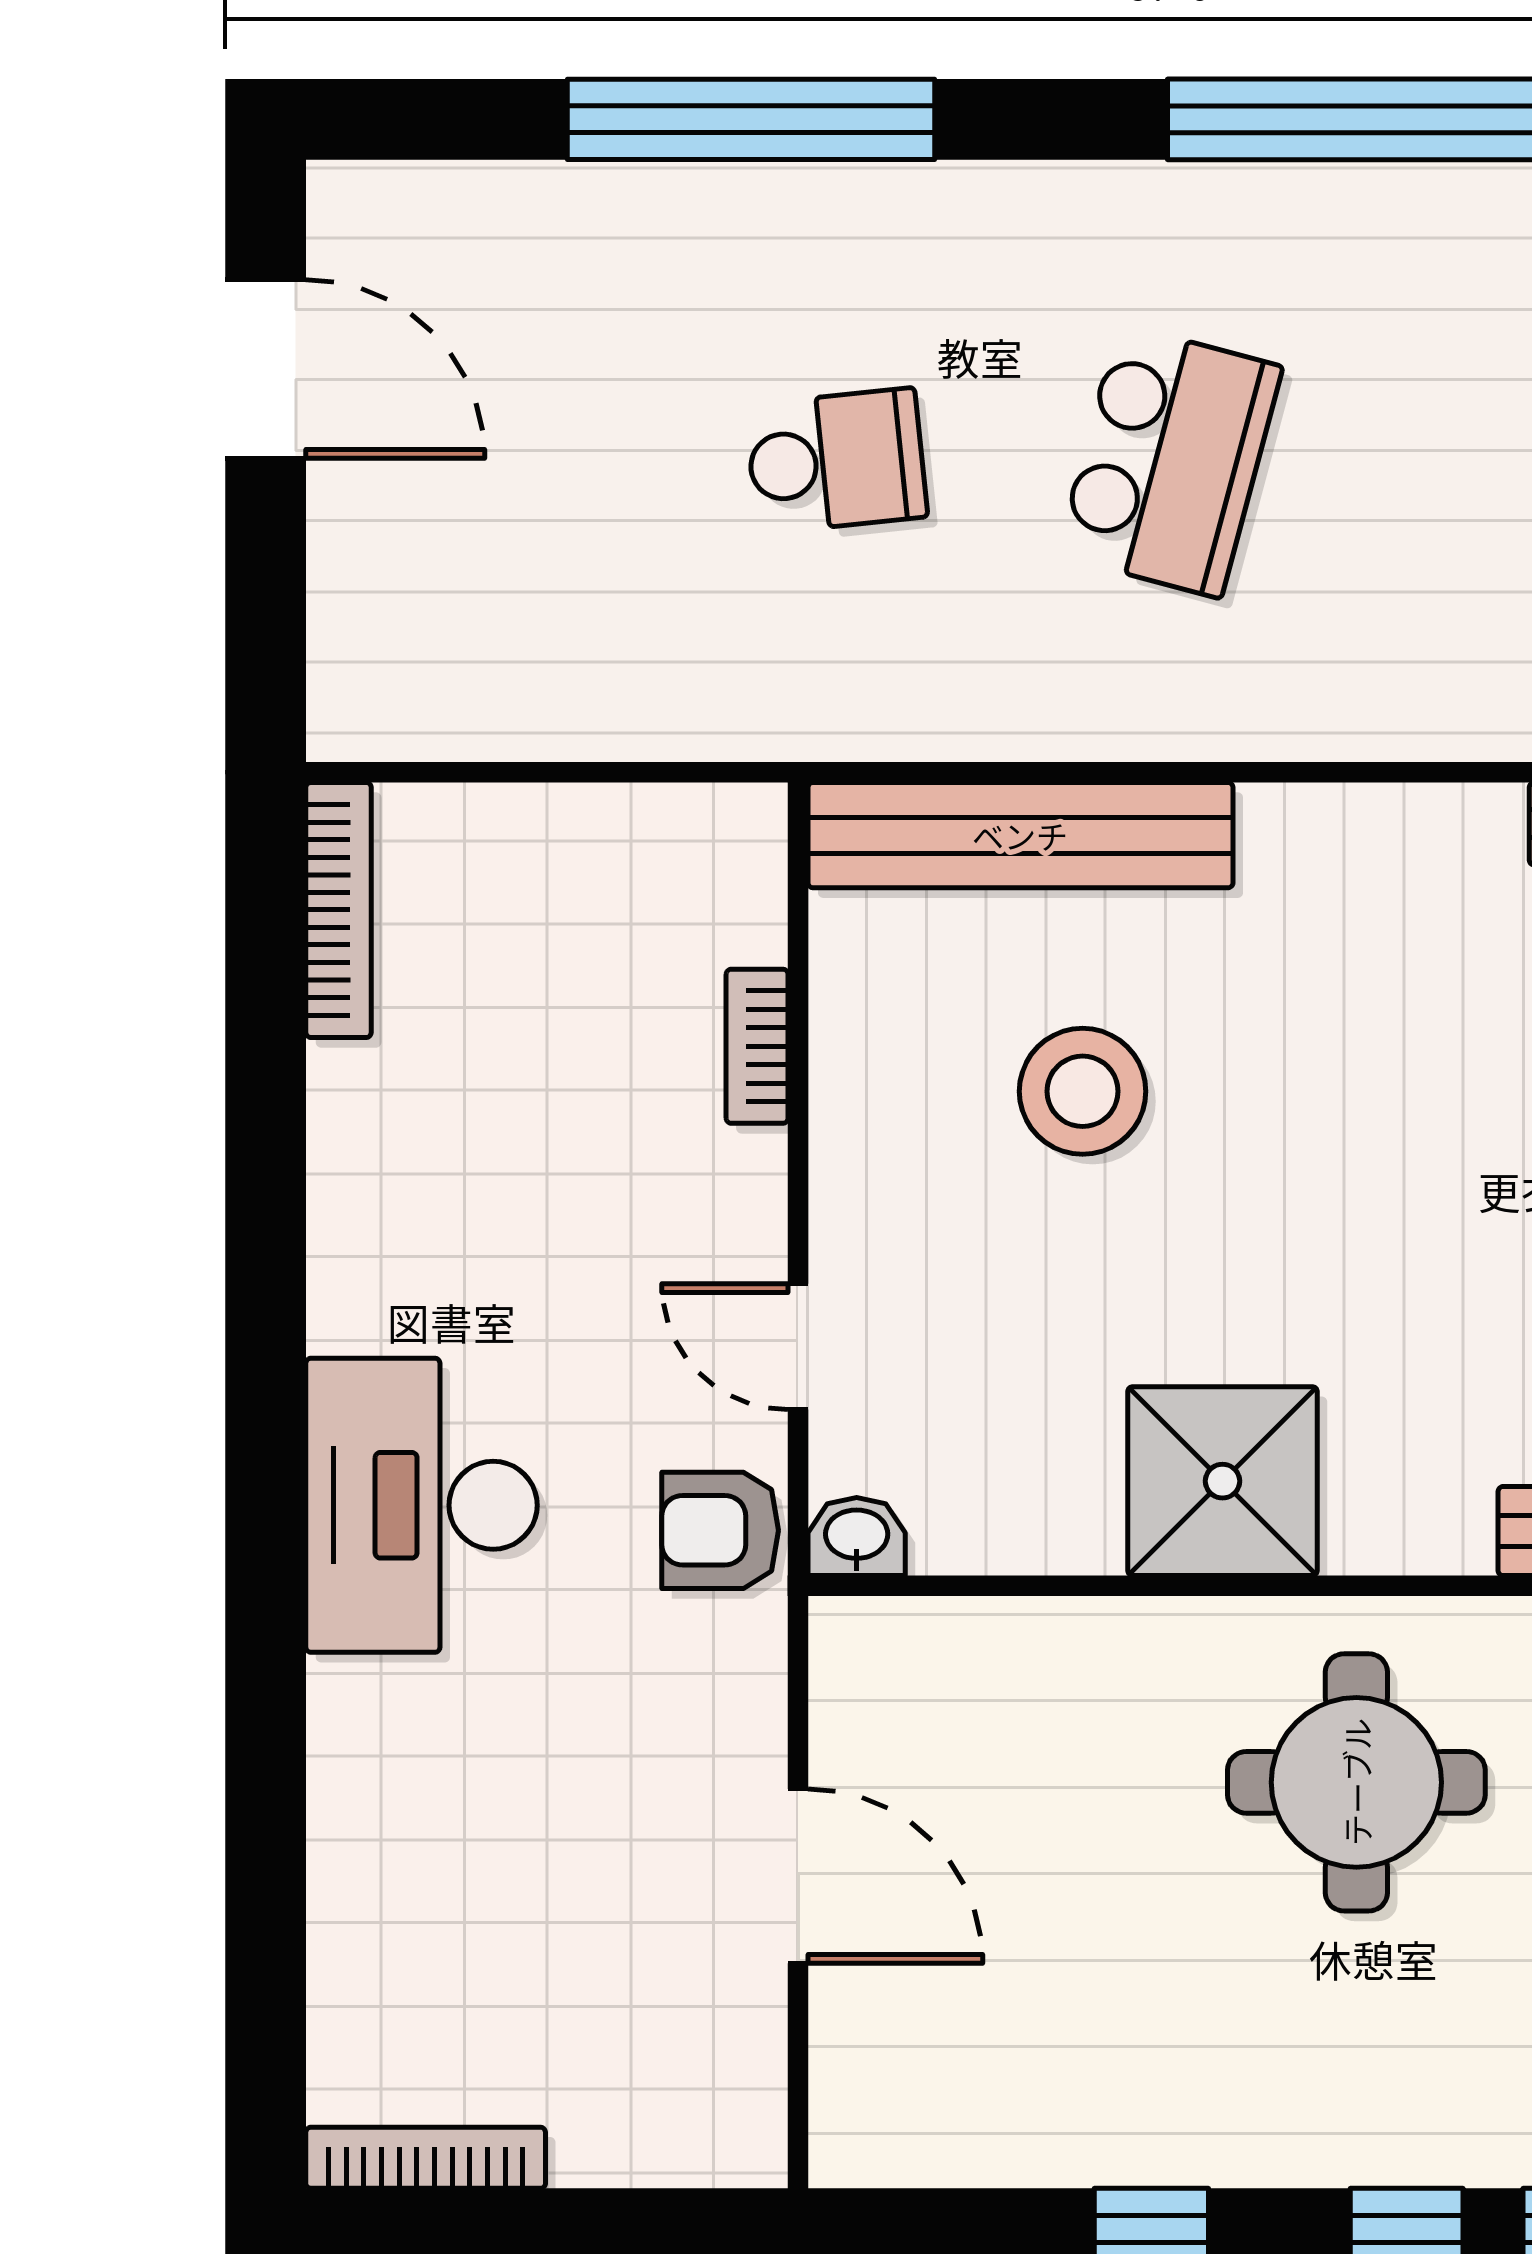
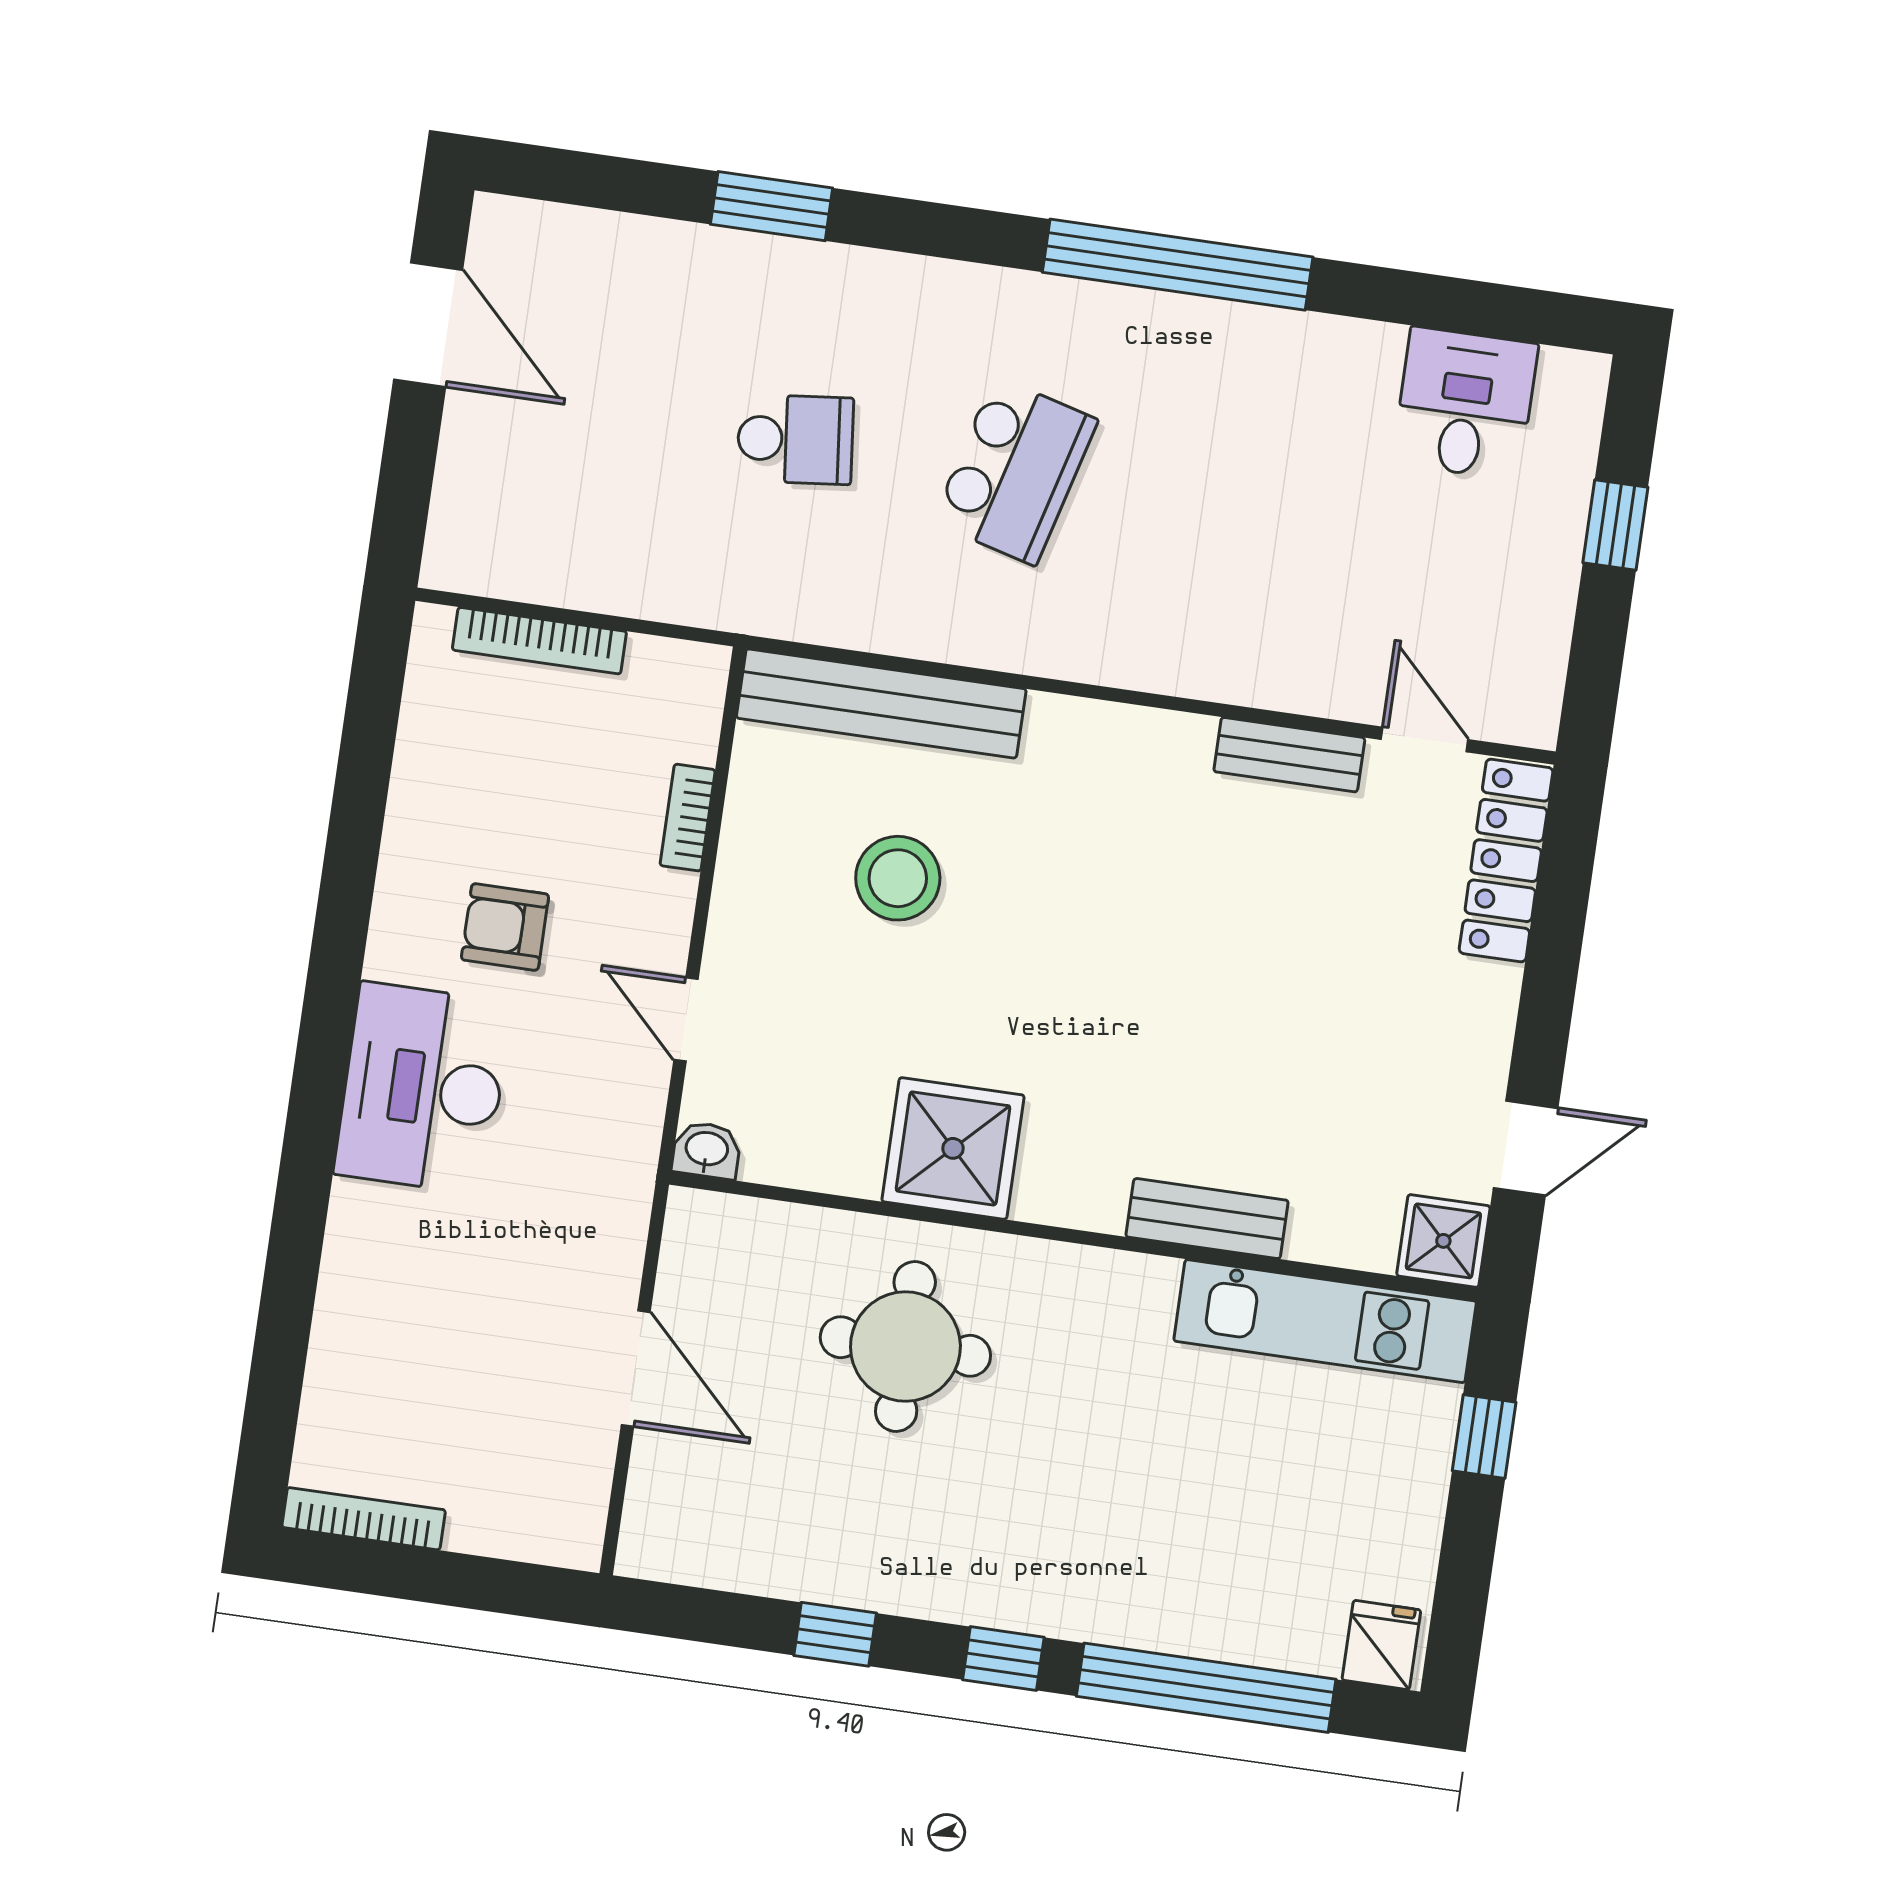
window: (751, 119) -> (772, 206), width x0.47
bookcase: (339, 910) -> (539, 641), moved, turned 90
armchair: (720, 1530) -> (505, 927), moved
round table: (1356, 1782) -> (905, 1347), moved

